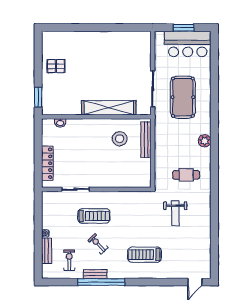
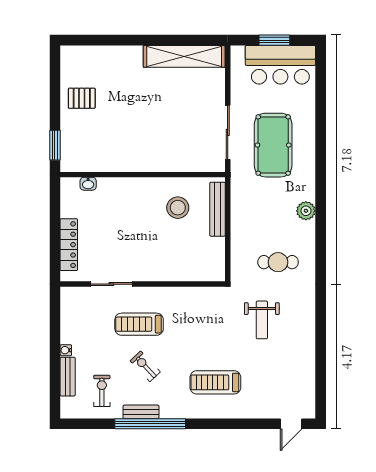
shelving: (109, 108) -> (184, 56), moved
treadmill: (94, 216) -> (139, 324), turned 180

